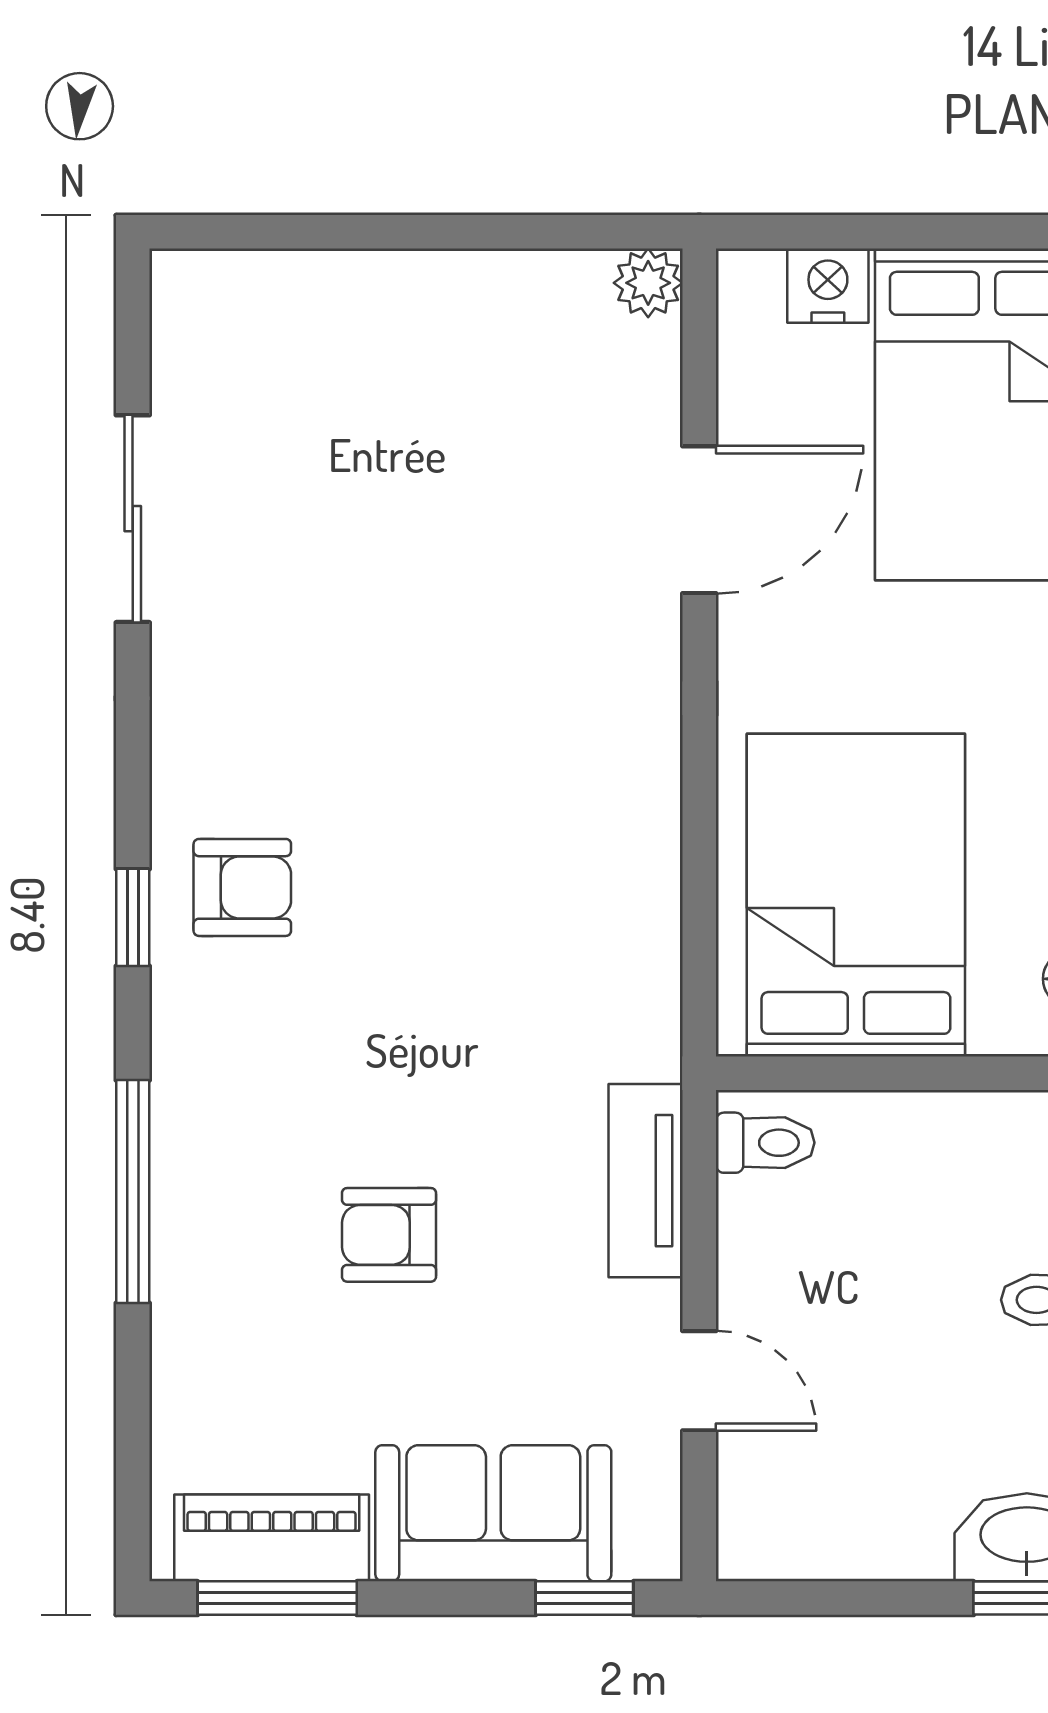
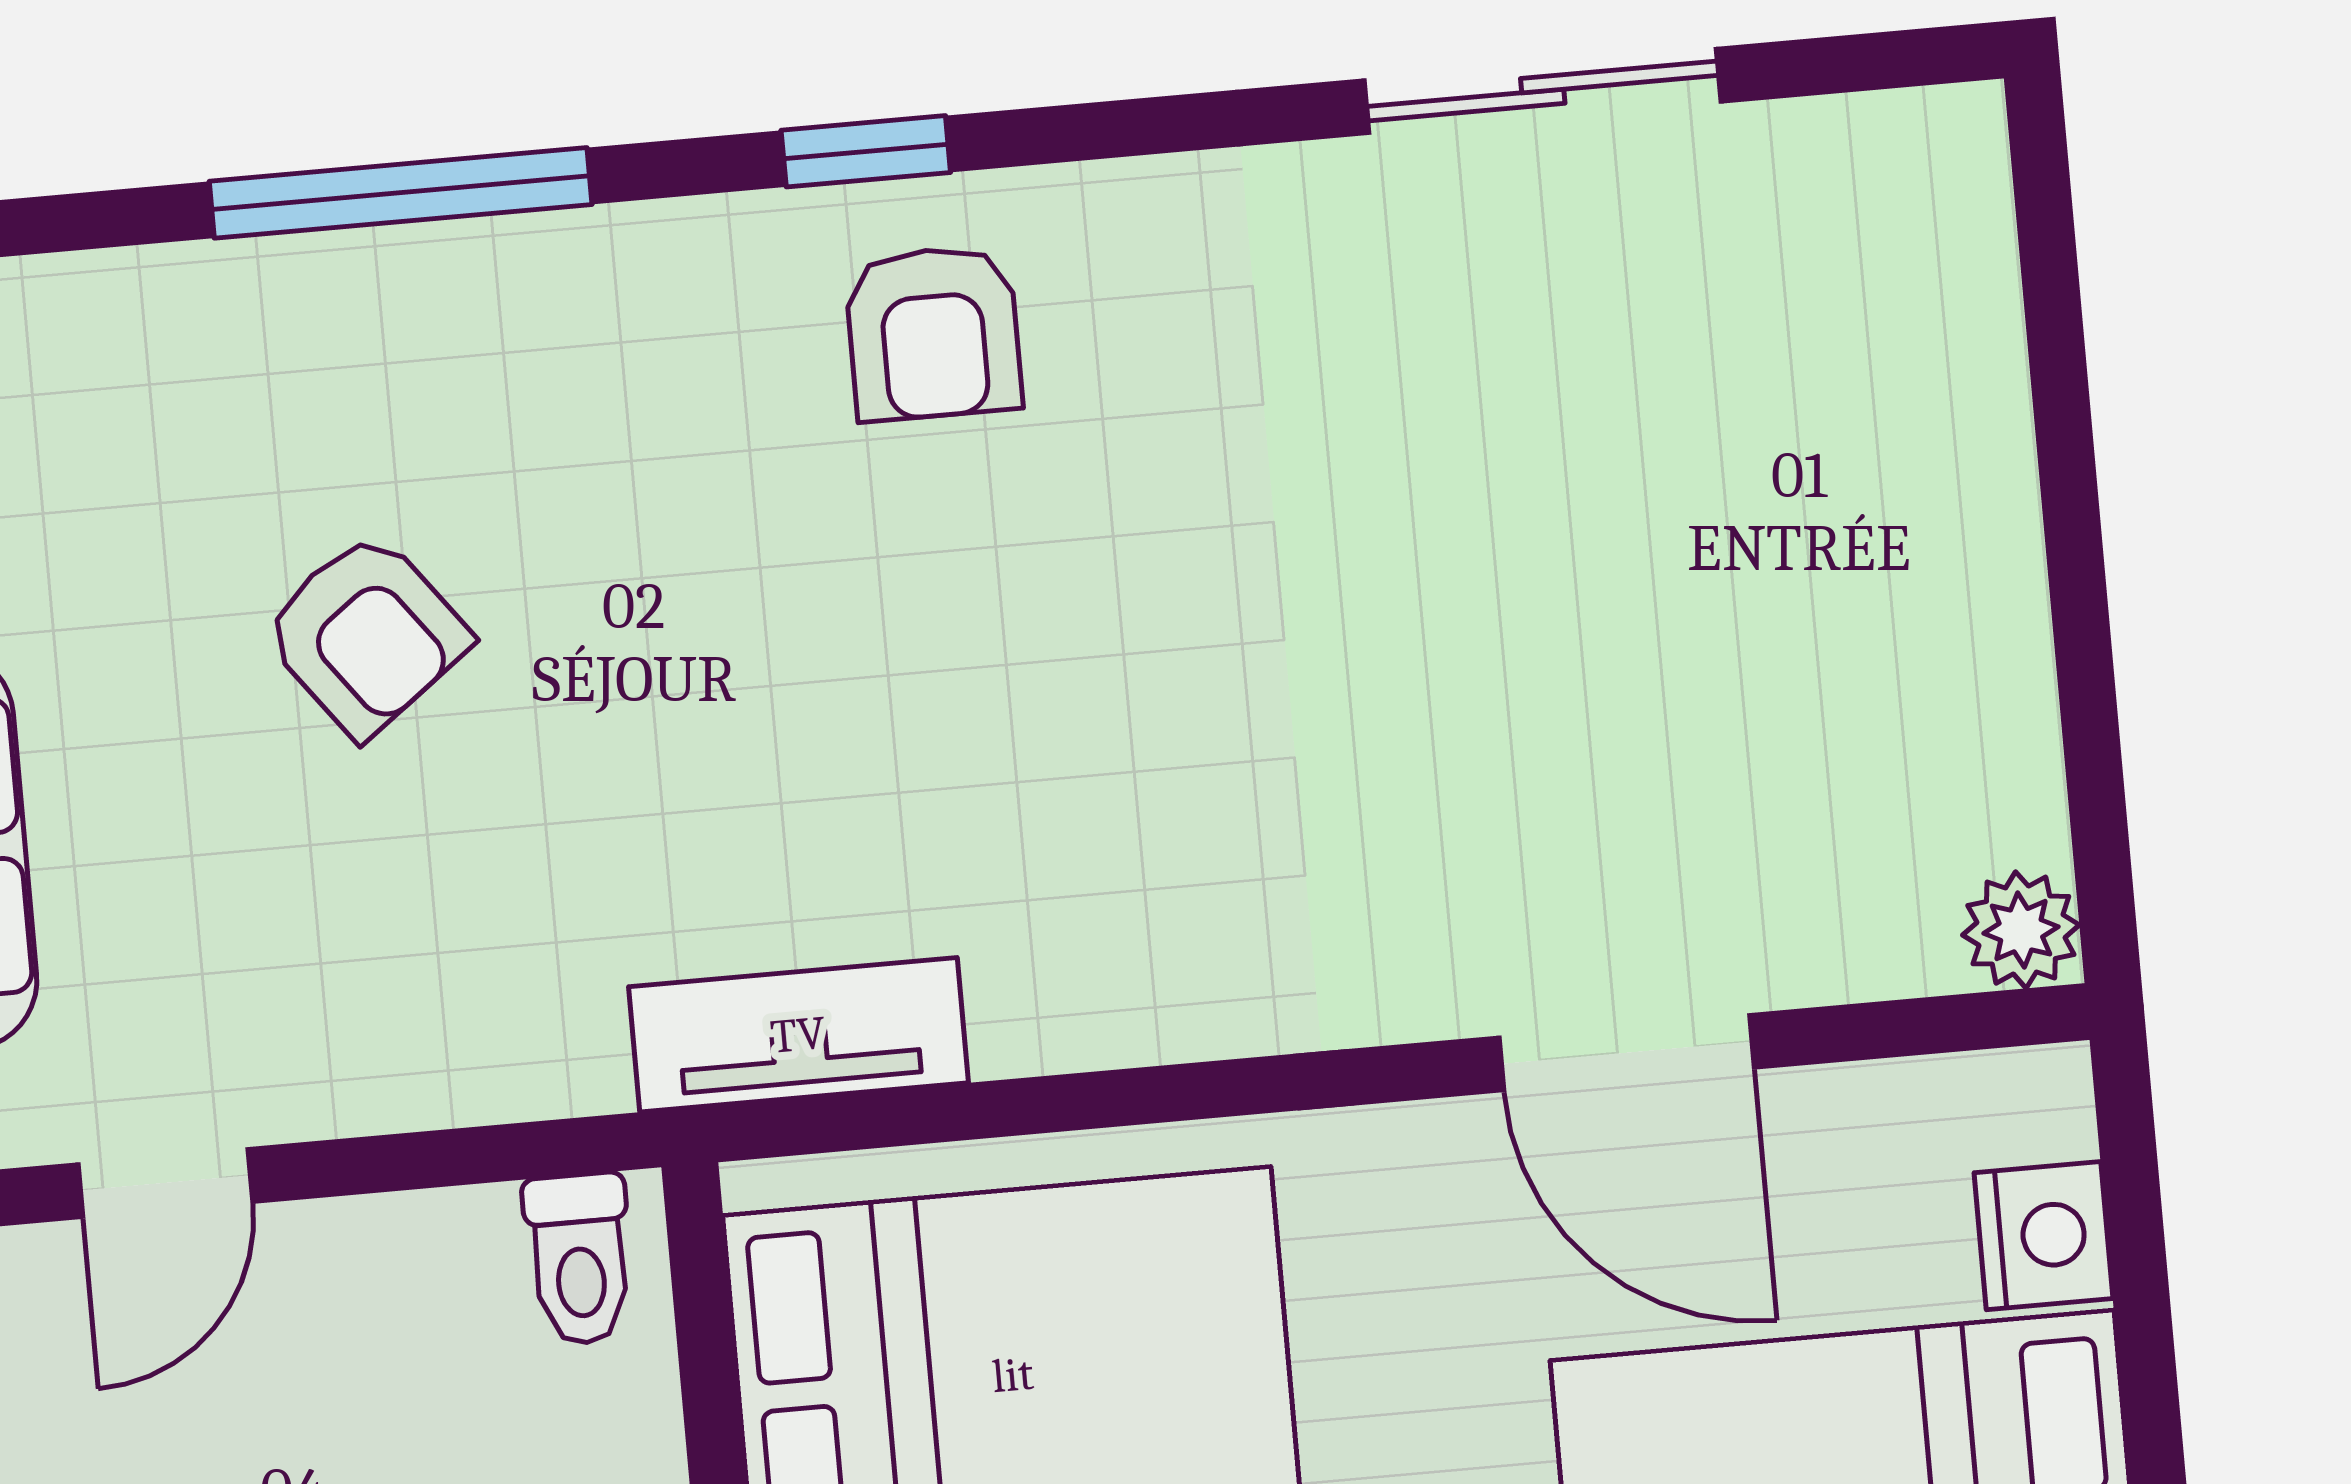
tv unit: (646, 1181) -> (798, 1035), moved
armchair: (389, 1235) -> (366, 635), turned 143

